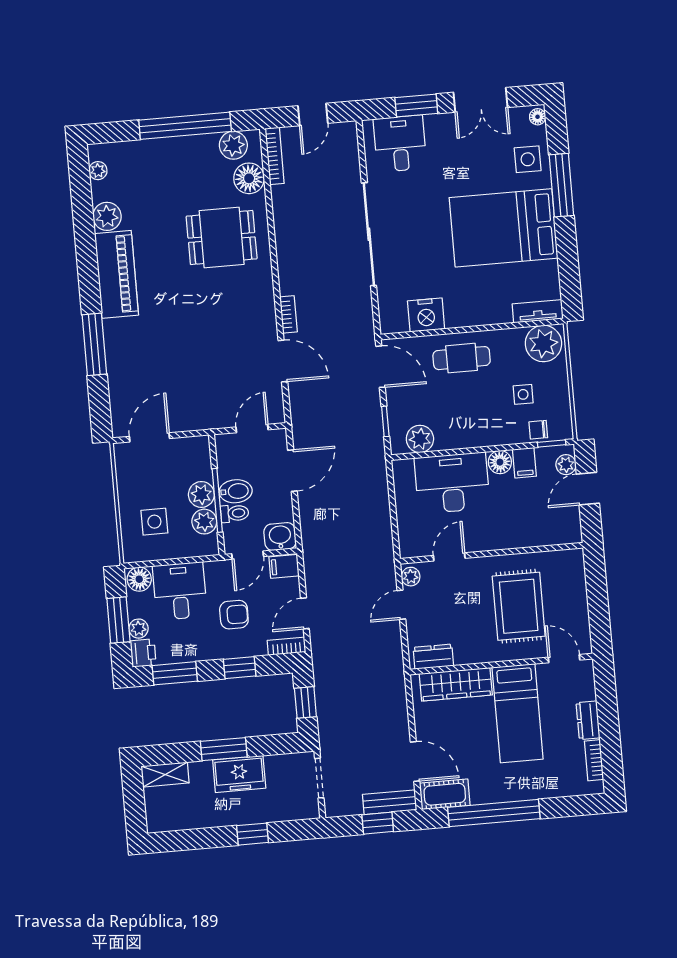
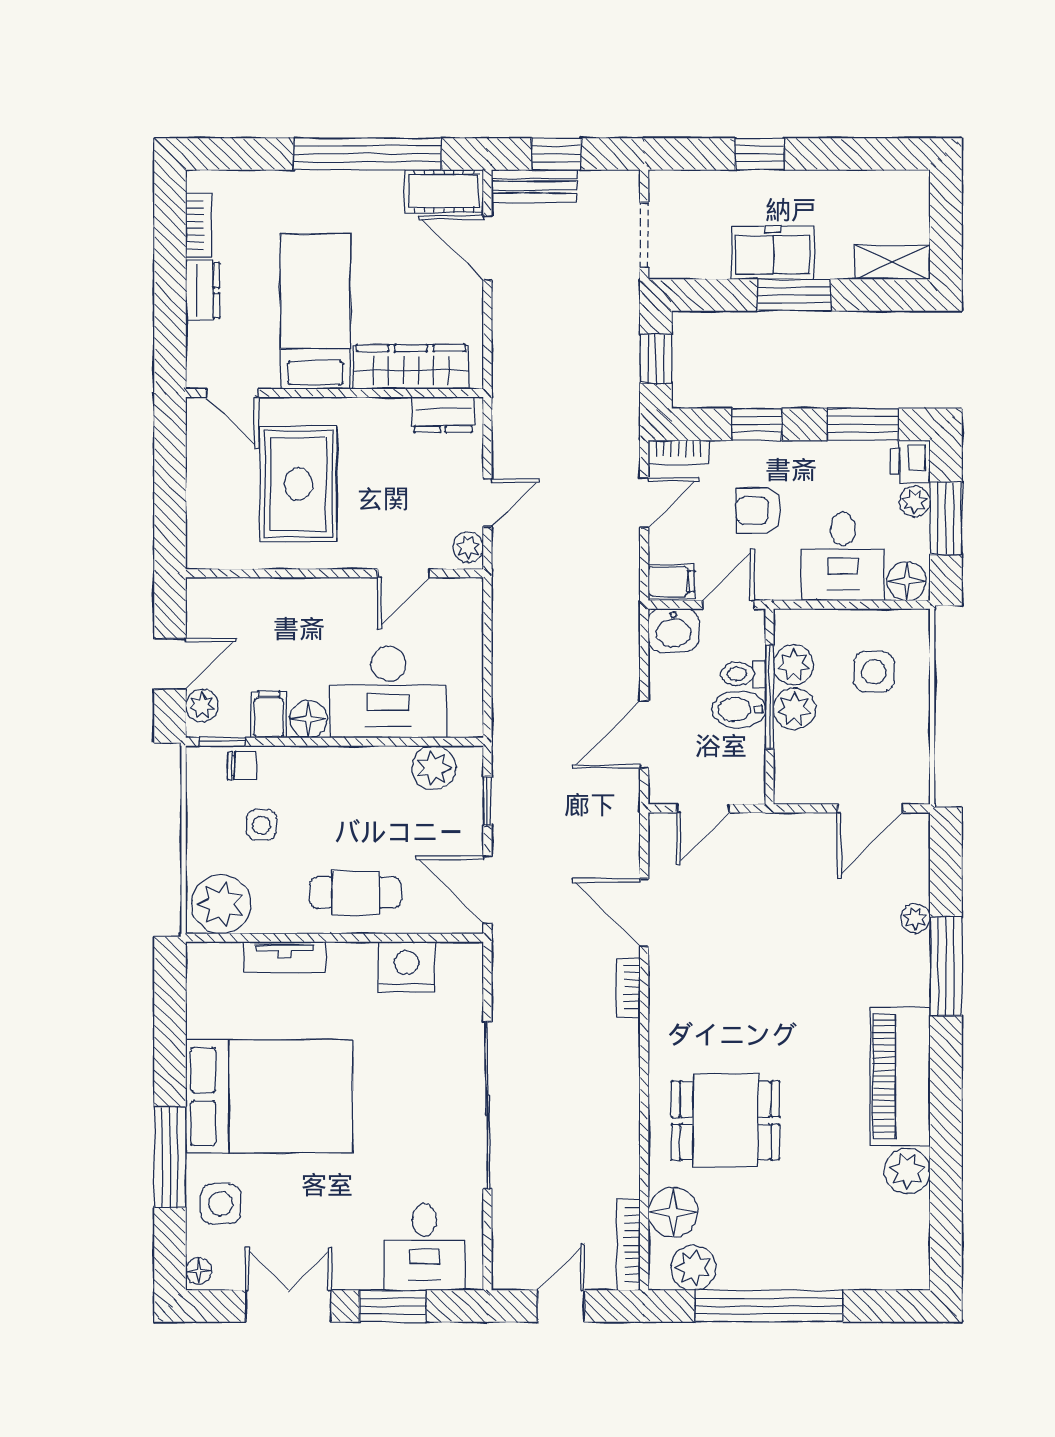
plant: (98, 171) -> (915, 918), moved
tv unit: (538, 311) -> (285, 957), moved

